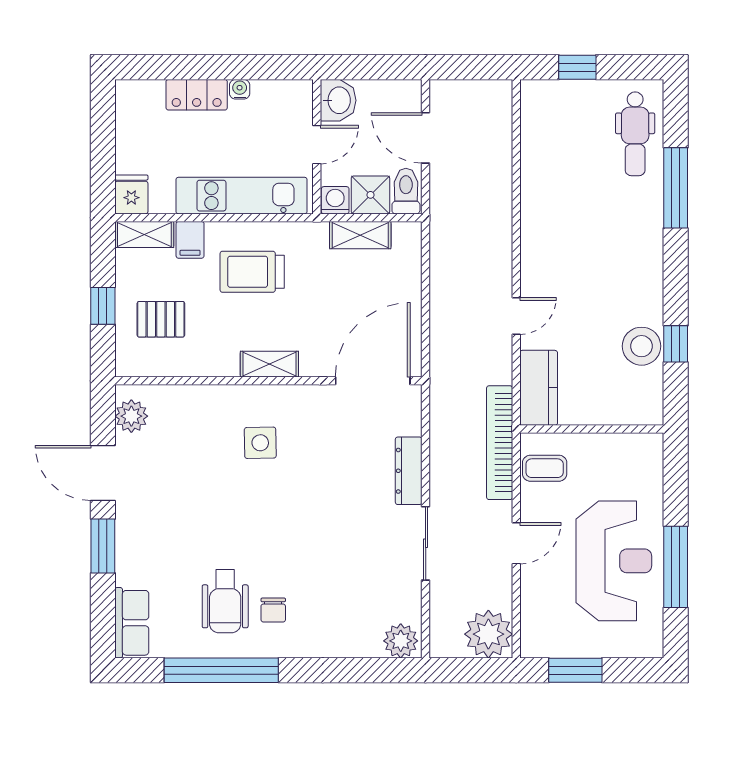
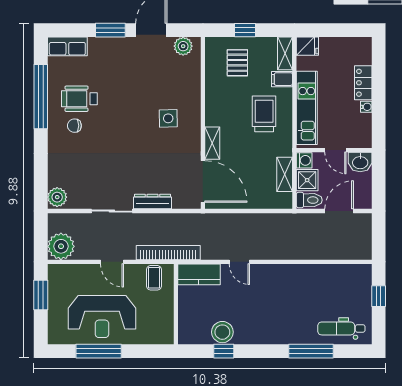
shelving: (269, 364) -> (212, 143), moved

